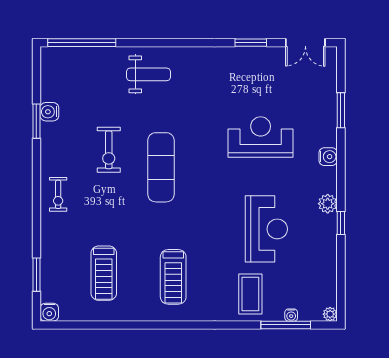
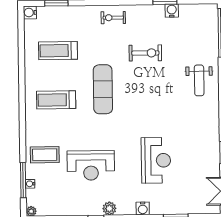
exercise bike: (109, 150) -> (145, 53), turned 180
exercise mat: (161, 167) -> (103, 89), moved, turned 90

